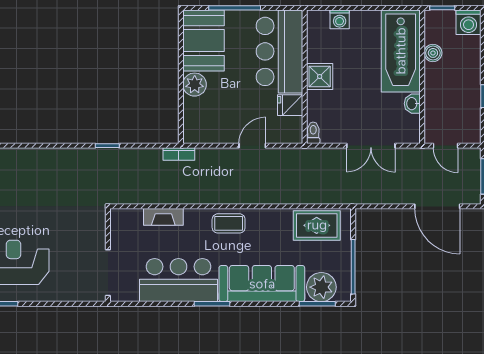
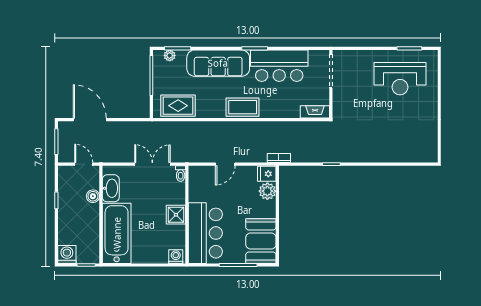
washing machine: (340, 19) -> (176, 257), moved
boiler: (433, 53) -> (93, 196), moved
plant: (195, 85) -> (267, 191), moved
washbasin: (412, 104) -> (111, 188), width x1.91, depth x1.45
fridge: (290, 105) -> (267, 174), moved, turned 180
double door: (371, 146) -> (152, 164), moved
fireplace: (163, 217) -> (315, 112), moved
coffee table: (229, 223) -> (243, 107), width x1.36, depth x1.30
plant: (321, 287) -> (170, 56), width x0.53, depth x0.53

